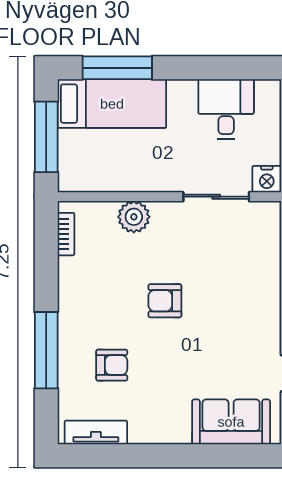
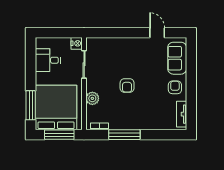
bed: (112, 104) -> (56, 107), width x2.04
window: (46, 350) -> (124, 135), moved
armchair: (112, 365) -> (175, 87), moved

